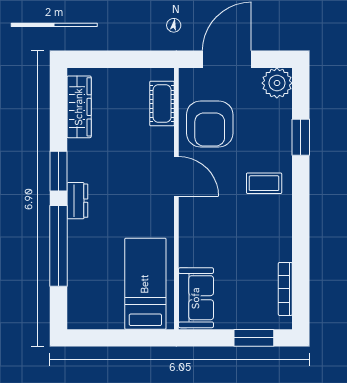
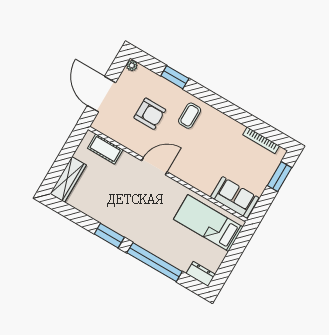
plant: (277, 83) -> (132, 65), width x0.53, depth x0.53
wardrobe: (79, 107) -> (68, 179), moved, turned 90
armchair: (210, 124) -> (150, 114), moved, width x0.73, depth x0.73
dresser: (77, 201) -> (201, 274), moved

